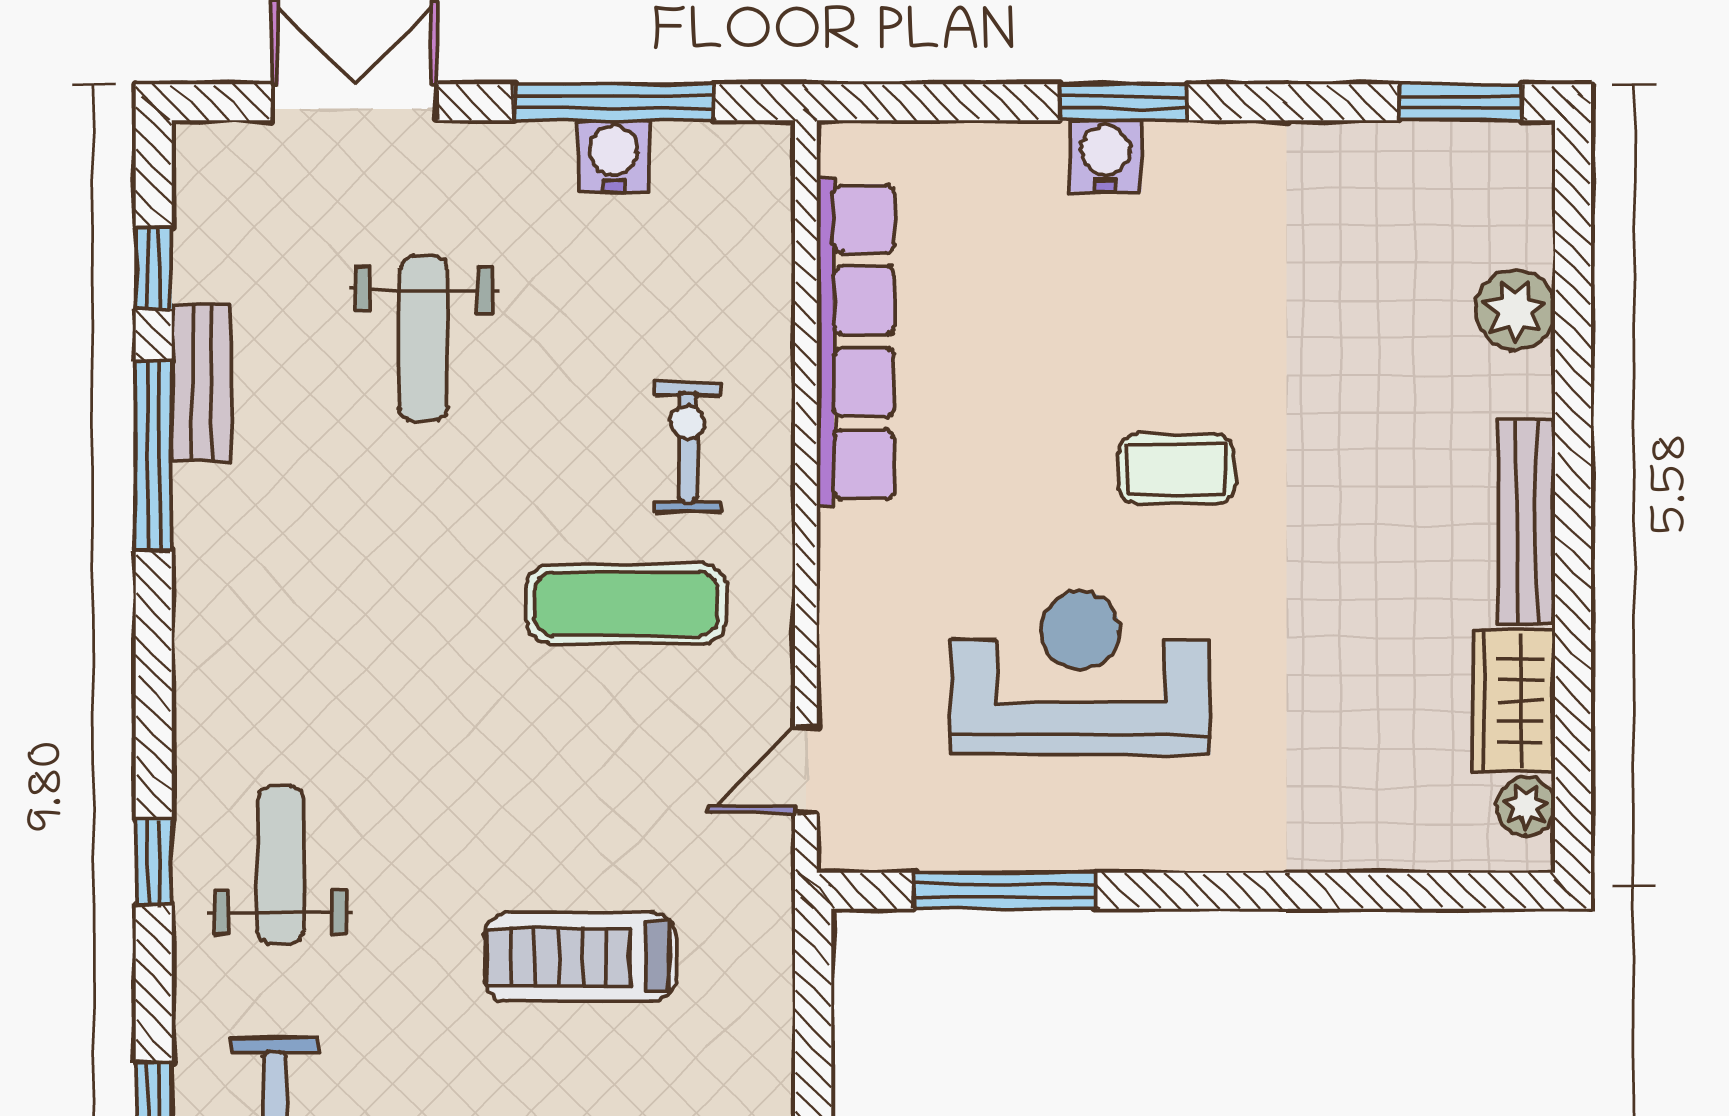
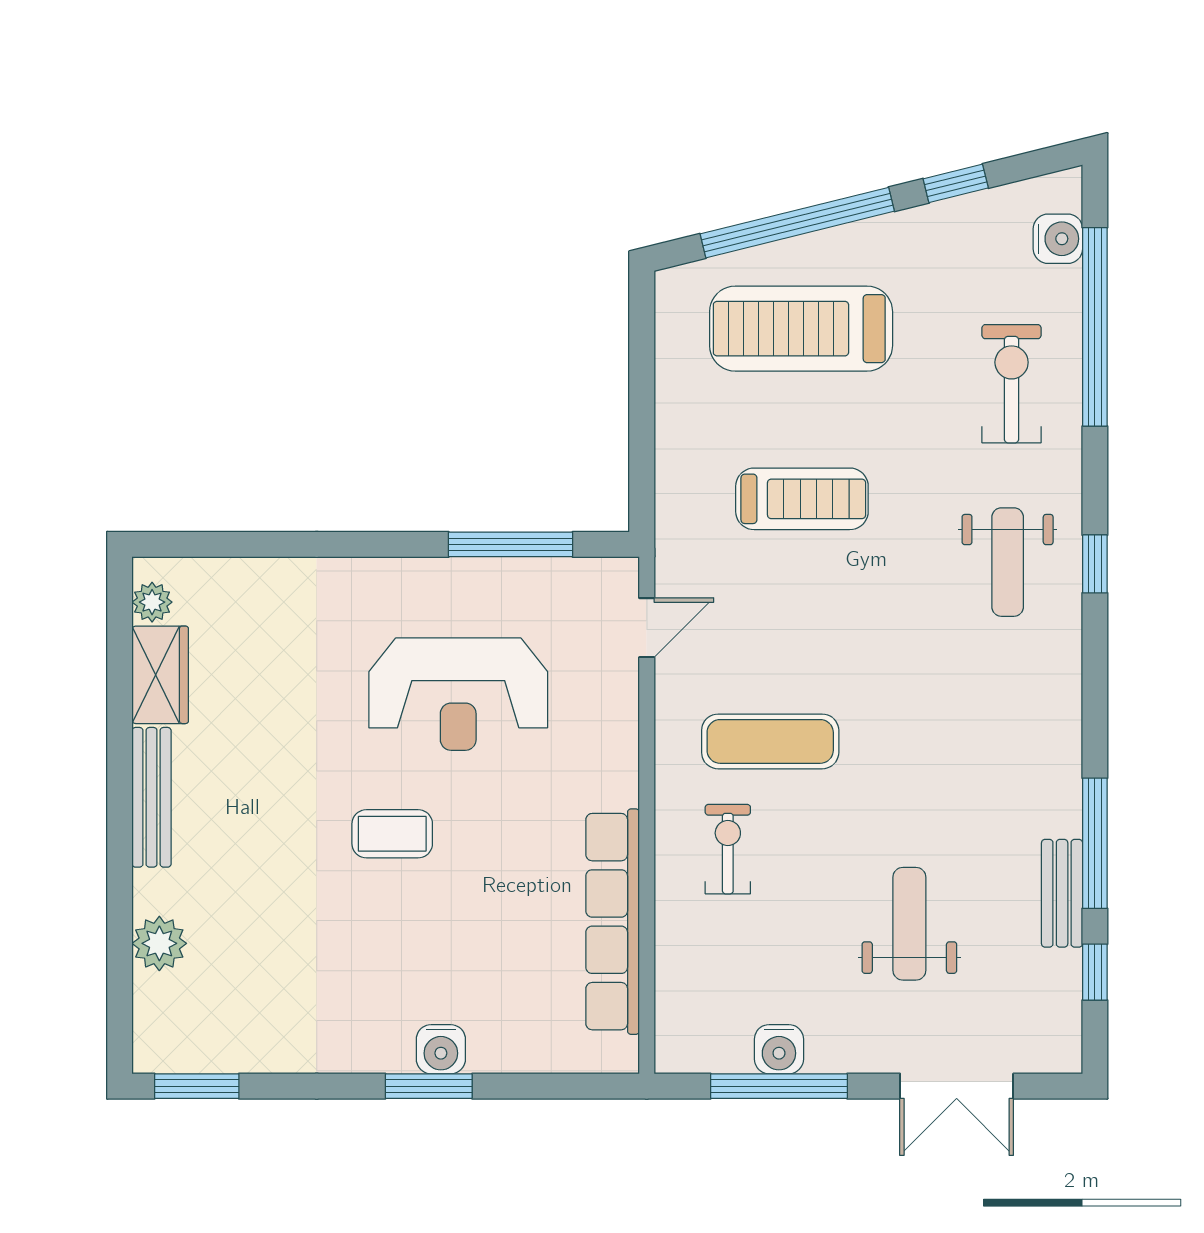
exercise bike: (688, 447) -> (728, 849), turned 180

